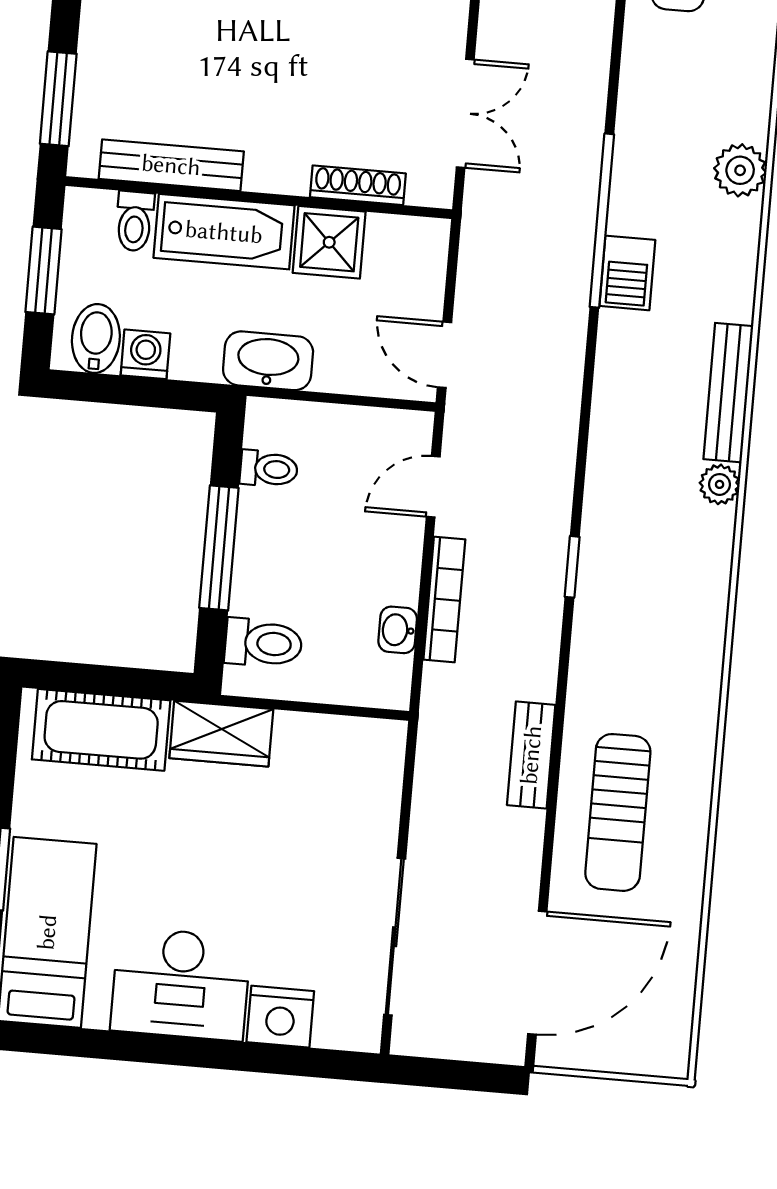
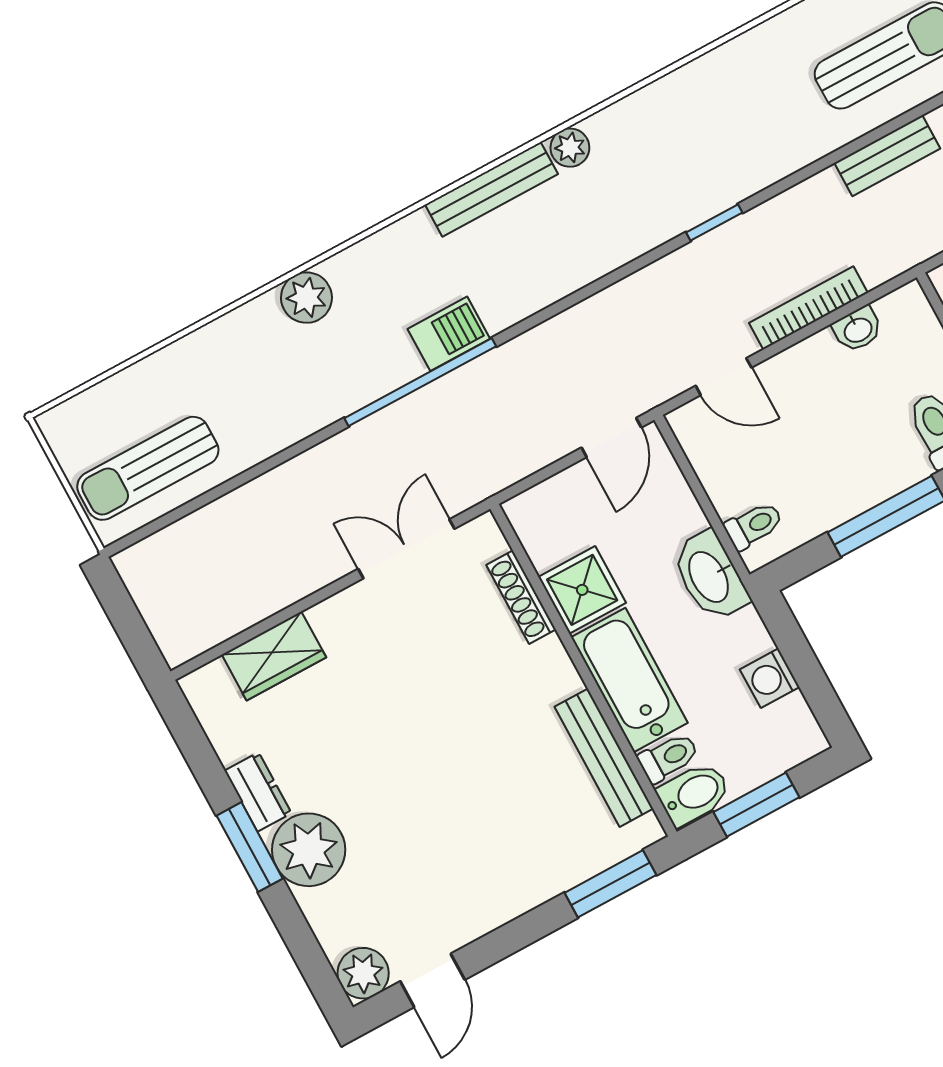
bidet: (96, 338) -> (694, 794), moved, turned 180
toilet: (269, 469) -> (754, 525), moved, turned 90

